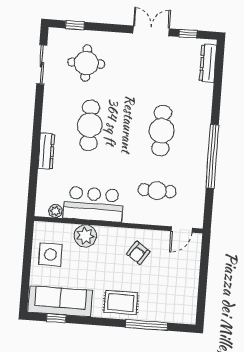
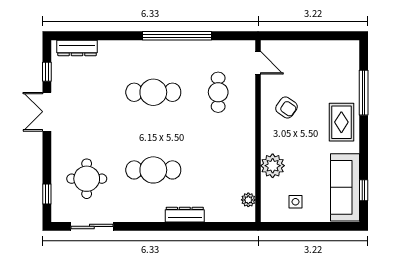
bar counter: (93, 204) -> (238, 160), removed
side table: (50, 255) -> (295, 202), width x0.54, depth x0.54

